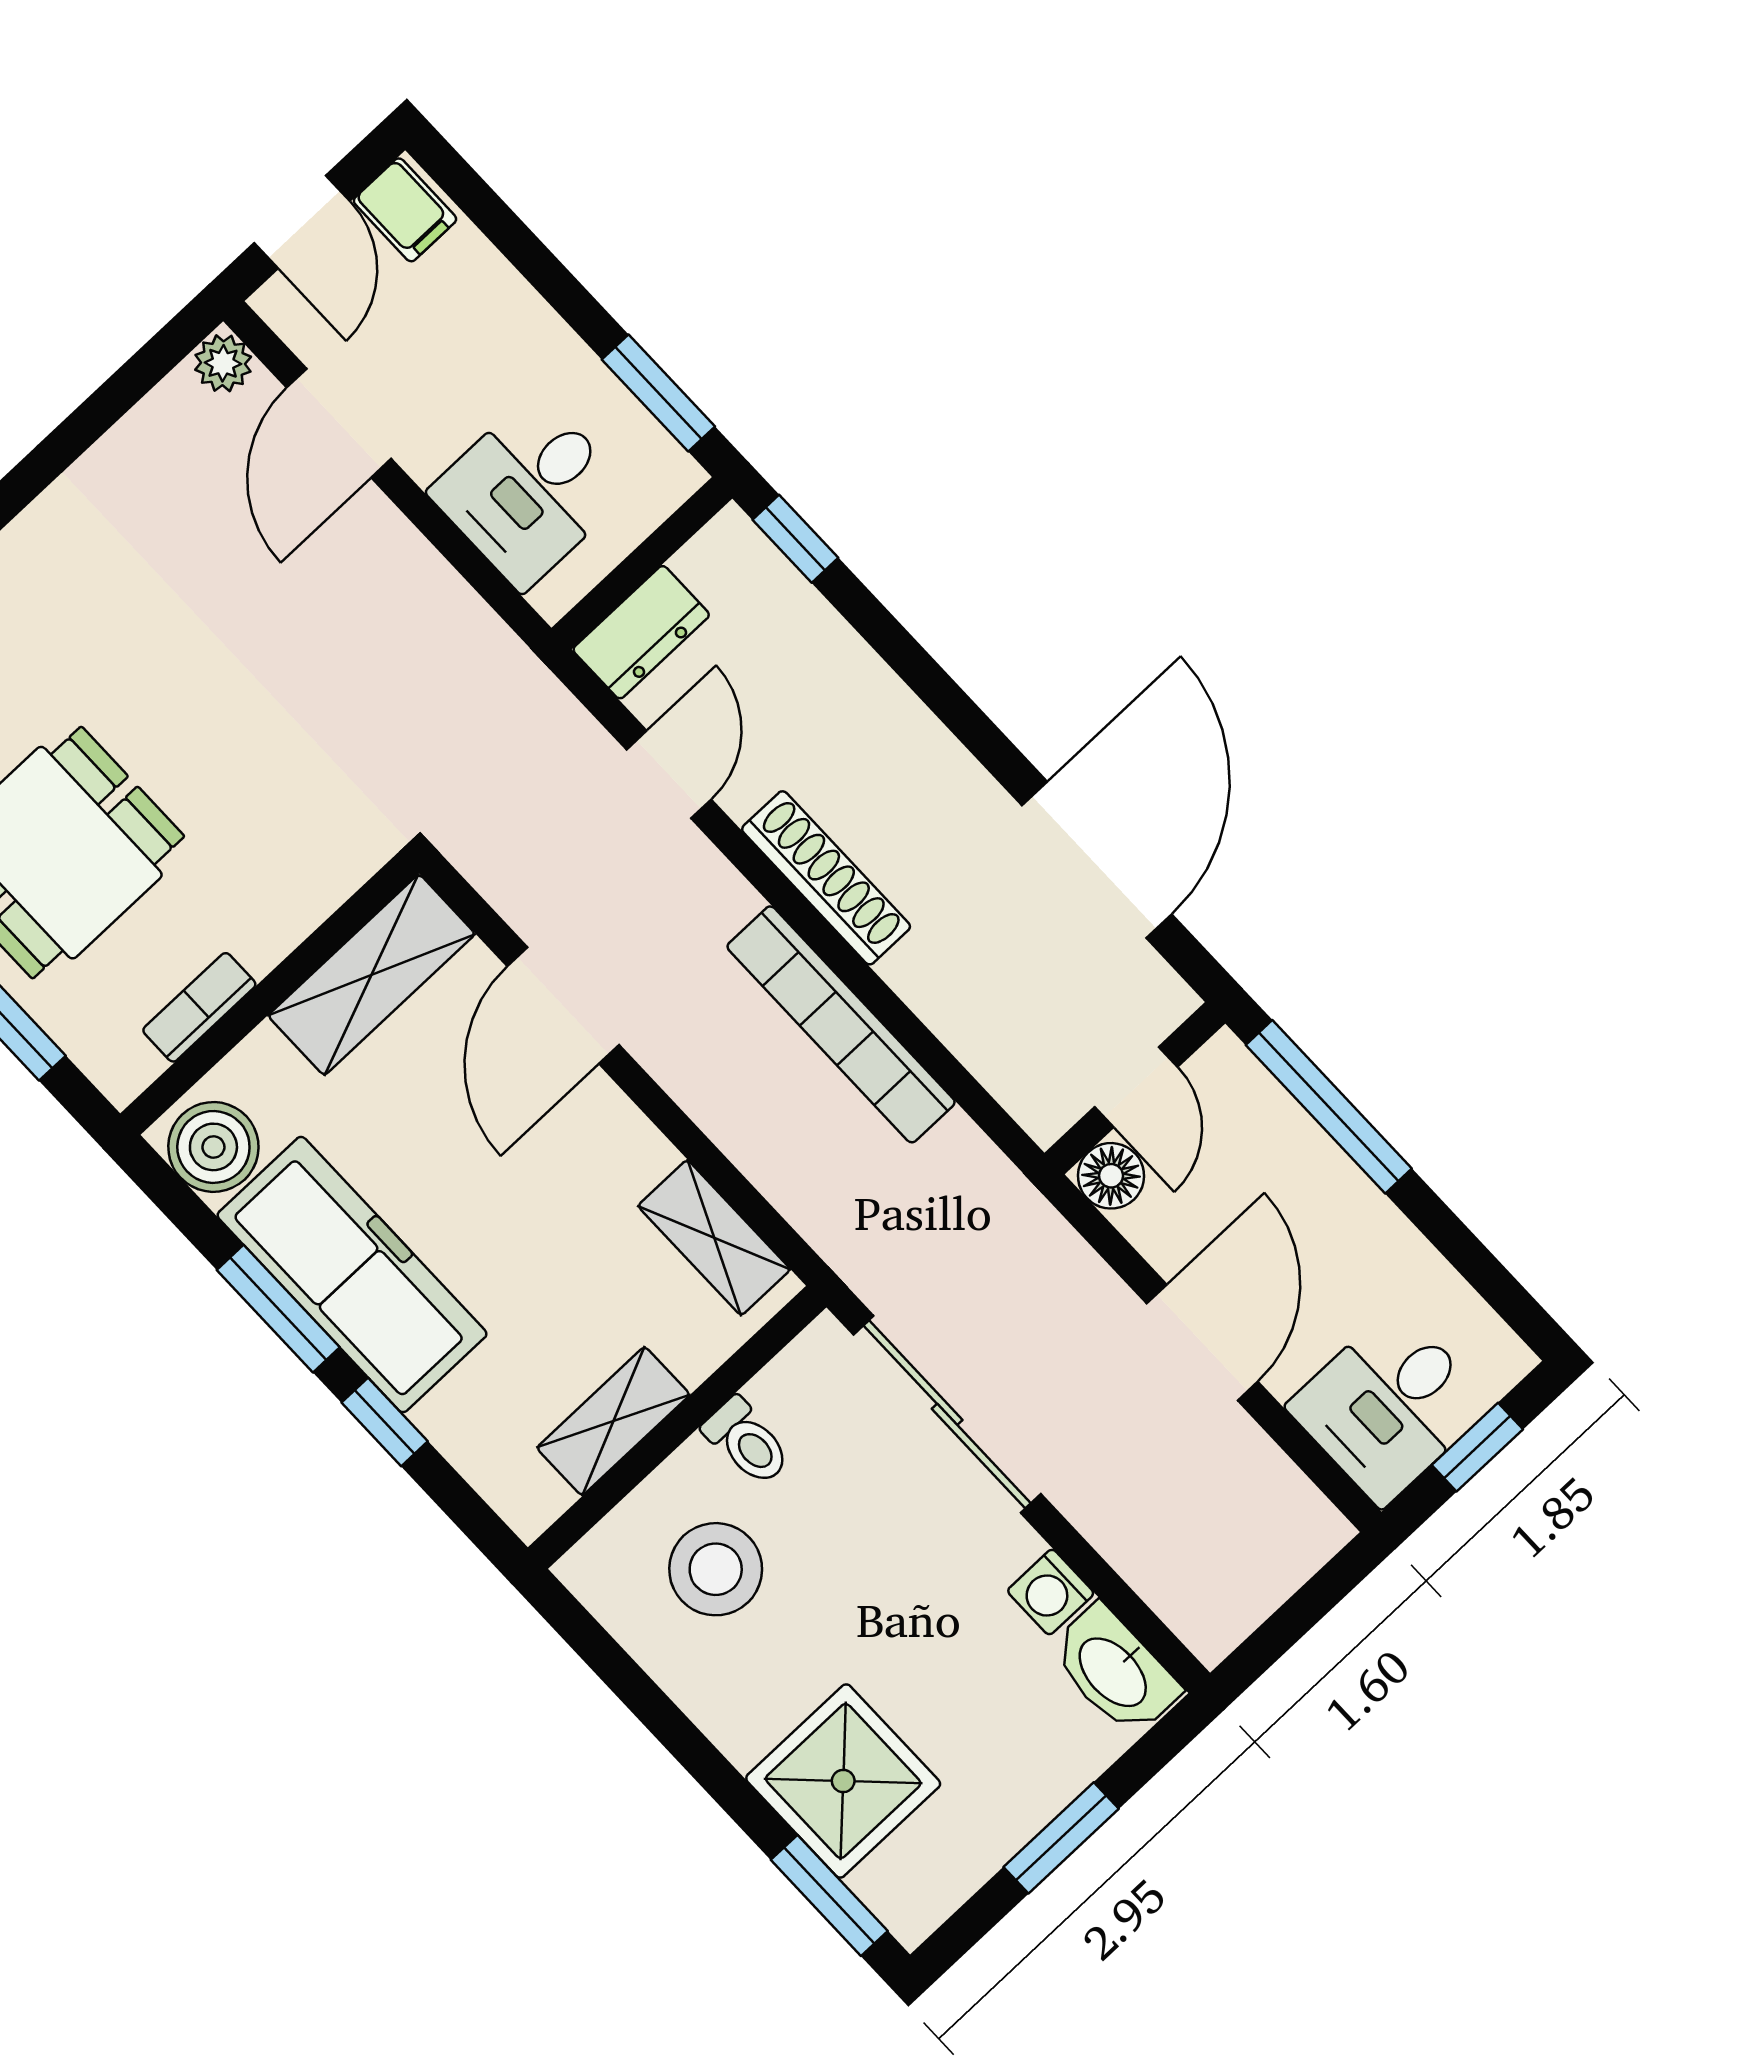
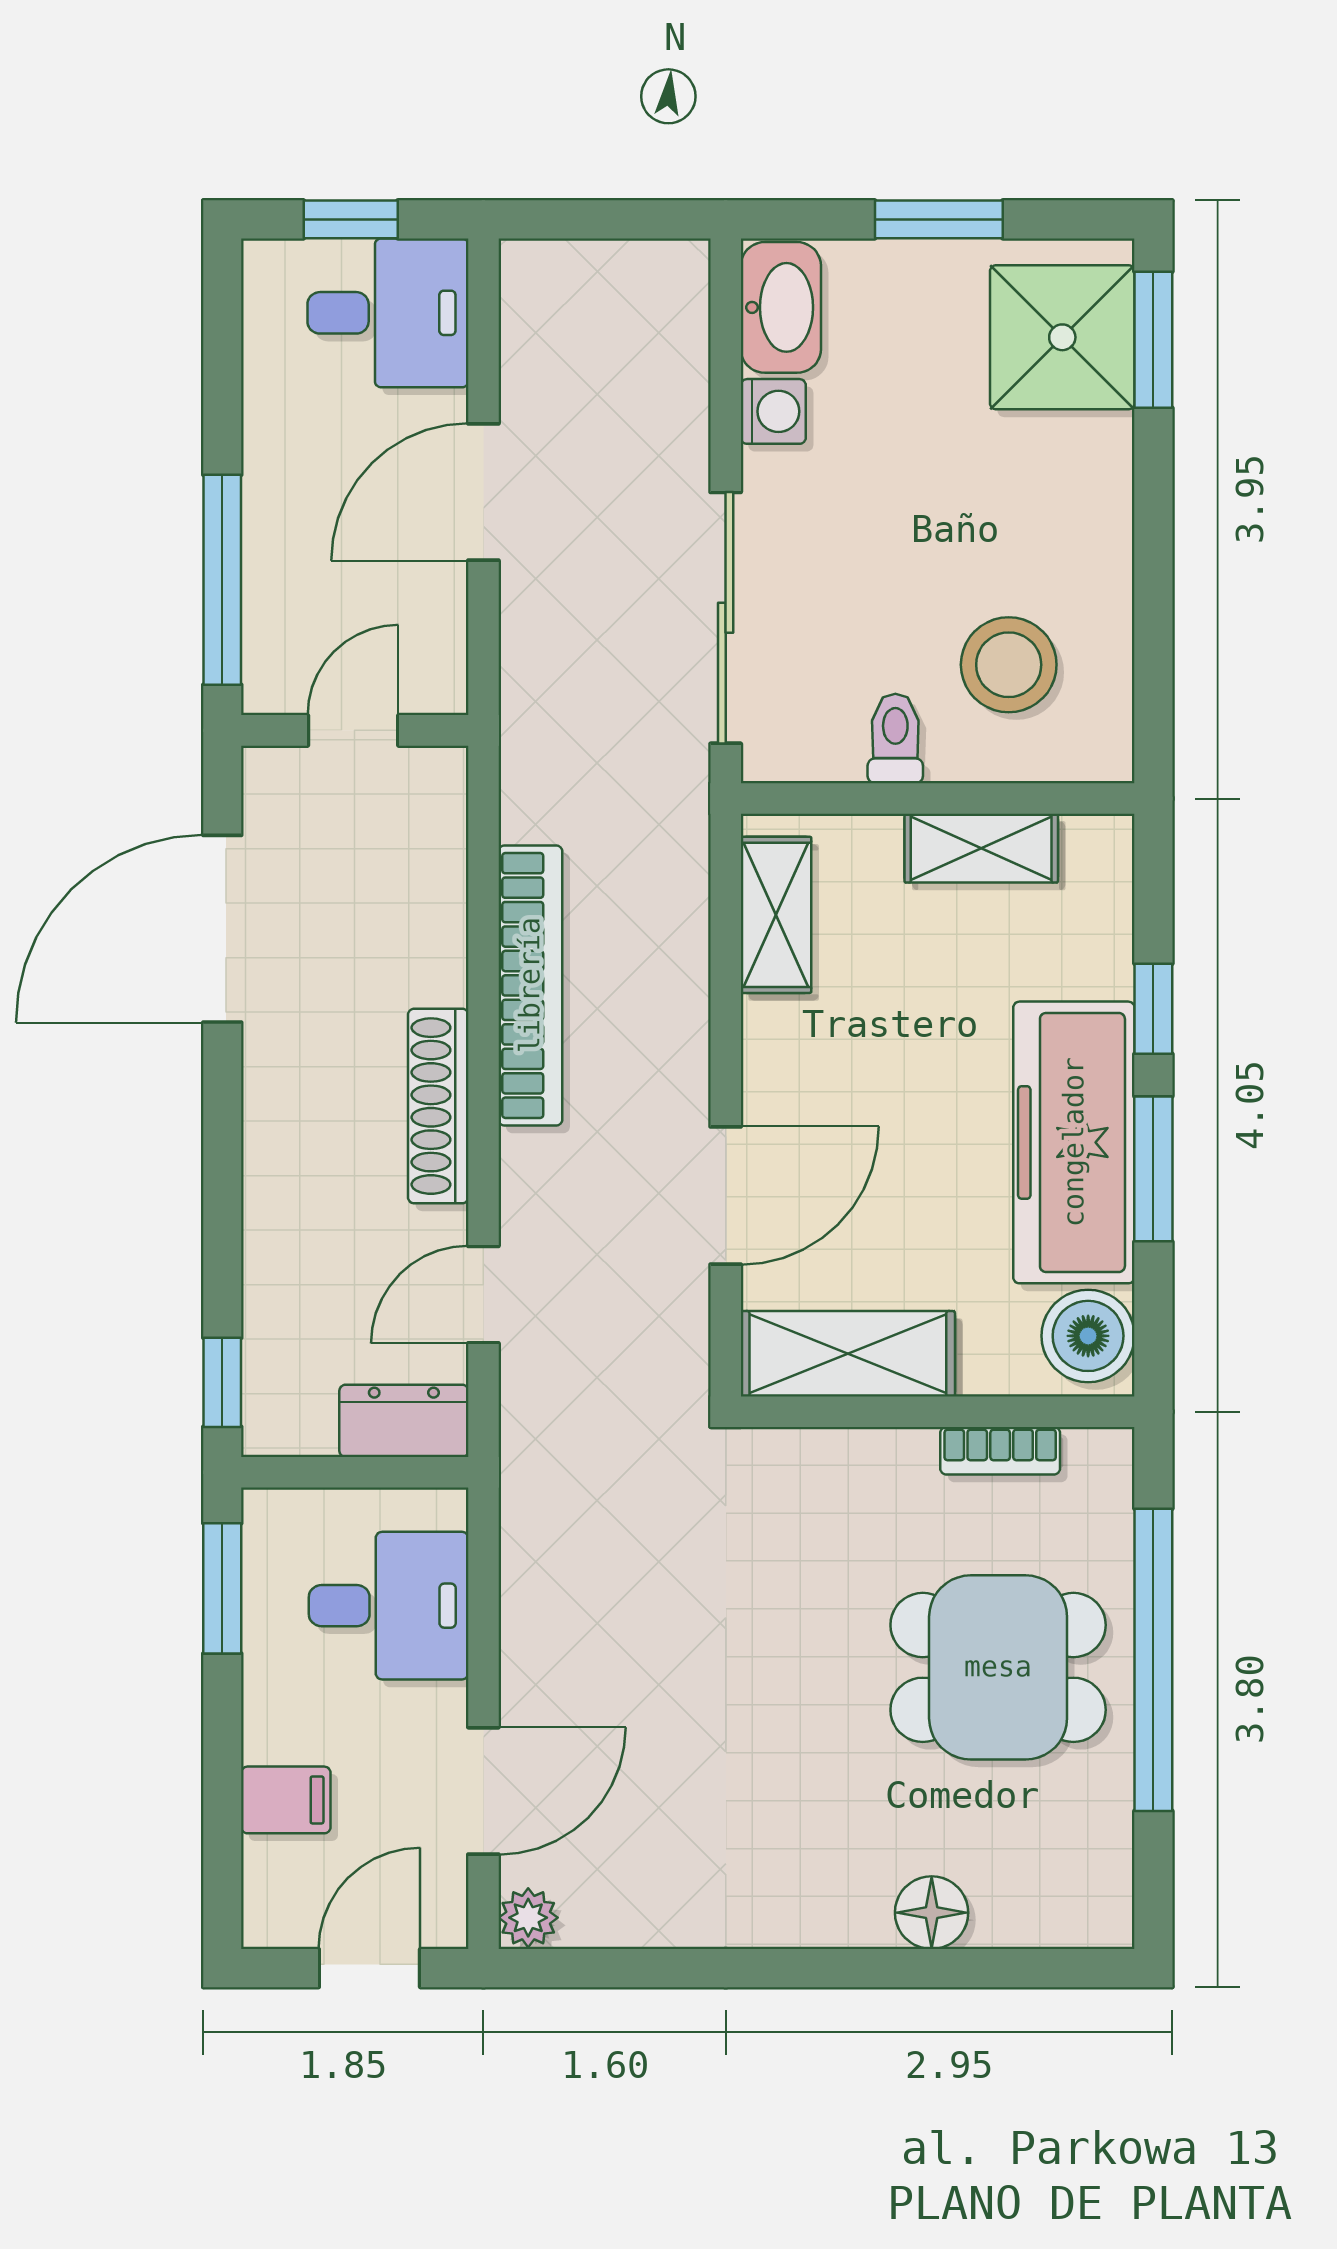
filing cabinet: (405, 210) -> (286, 1800), moved, turned 90
floor lamp: (1111, 1176) -> (434, 681), removed
shower: (843, 1781) -> (1062, 337), moved

